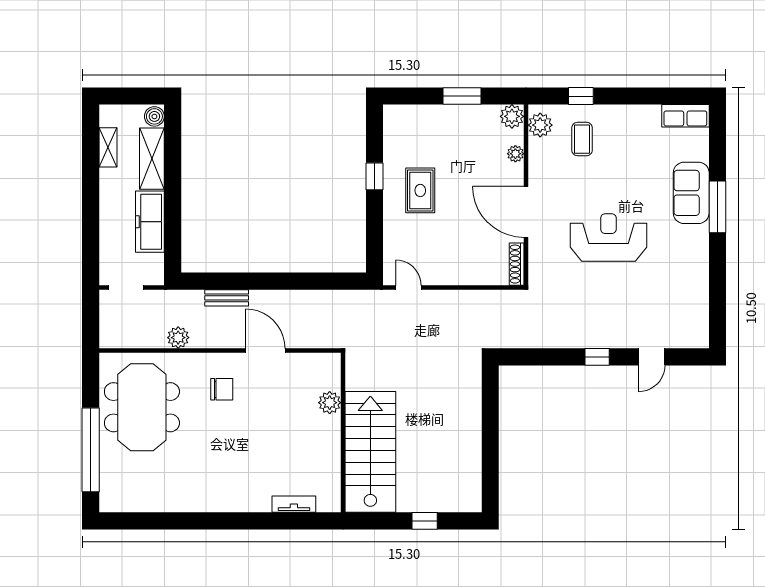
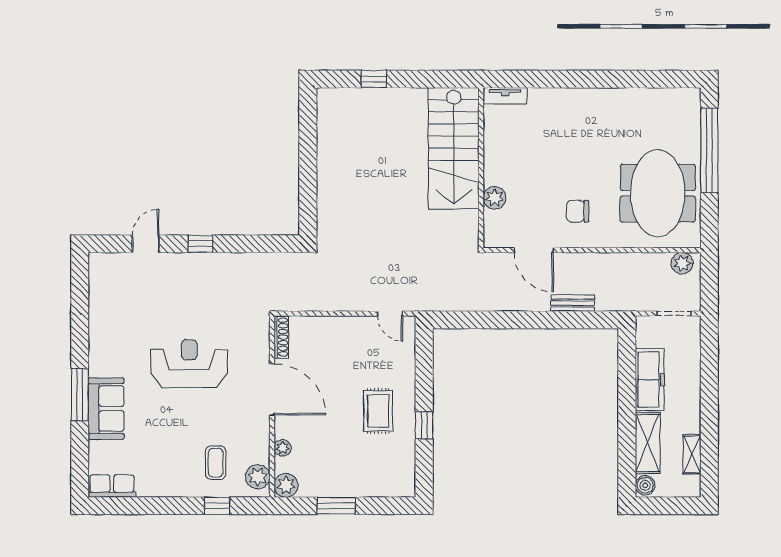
reception desk: (608, 238) -> (189, 364), turned 180
plant: (178, 338) -> (682, 263), moved
plant: (330, 403) -> (495, 198), moved
wall: (343, 433) -> (481, 168), moved
stairs: (370, 452) -> (454, 148), moved

